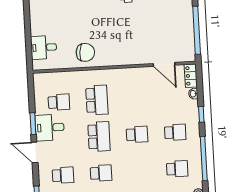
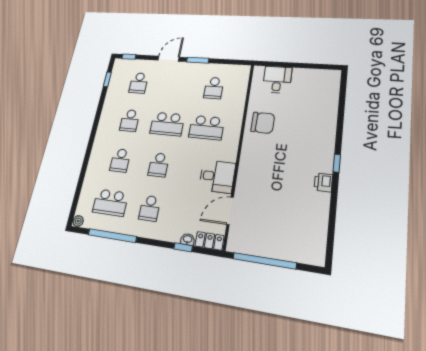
chair: (85, 52) -> (263, 123), turned -94
window: (201, 114) -> (183, 247), moved
desk: (50, 128) -> (217, 176), moved, turned 90
school desk: (177, 169) -> (110, 203), width x1.85
school desk: (139, 171) -> (120, 160), added

